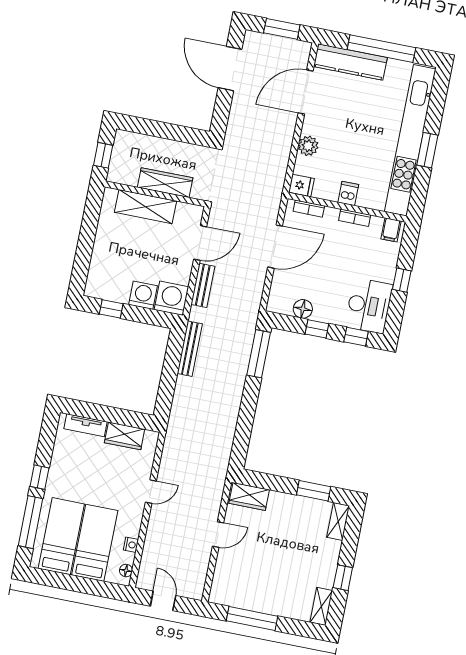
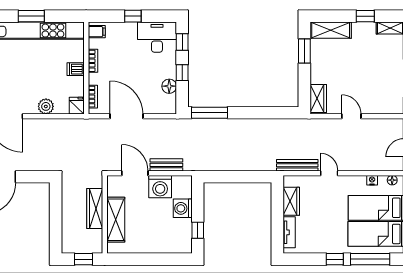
washing machine: (171, 298) -> (160, 187), moved, turned -90
bench: (190, 349) -> (297, 165), moved
shelving: (338, 521) -> (331, 30), width x1.50, depth x1.33

